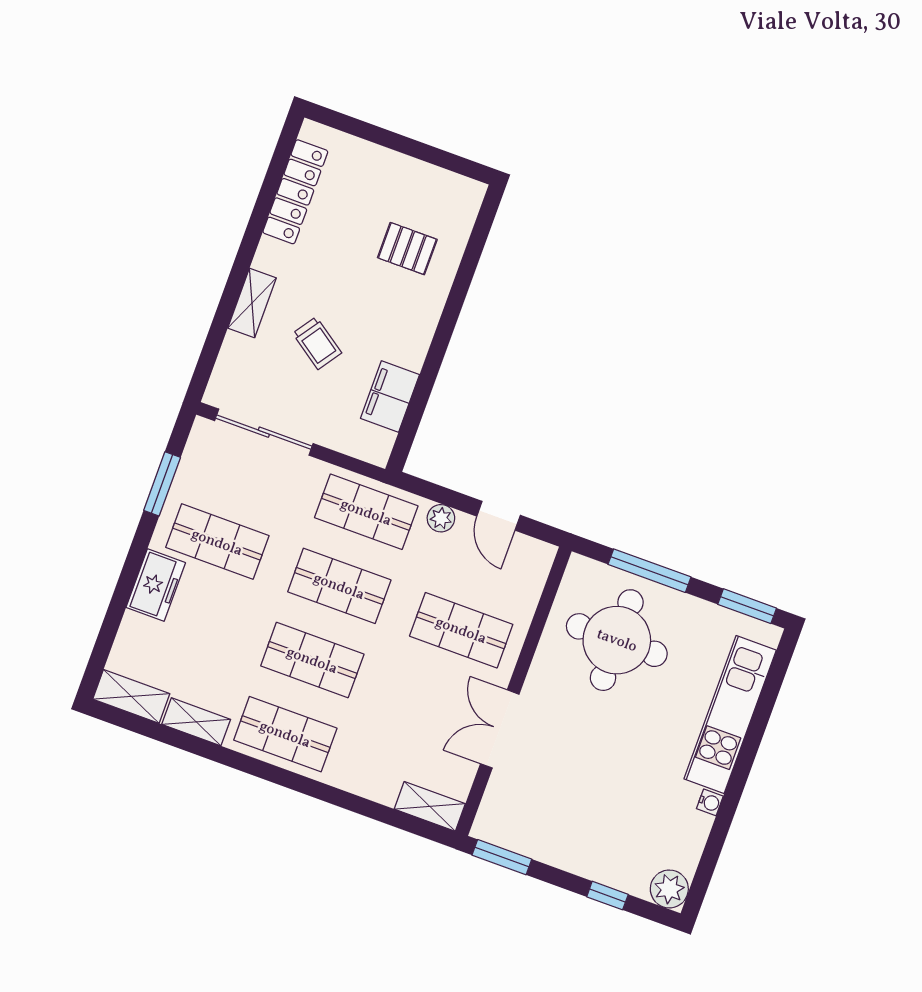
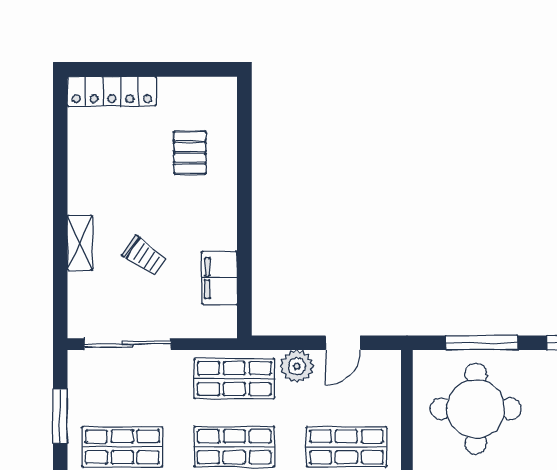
locker: (295, 192) -> (112, 91), moved, turned 90
pallet: (407, 249) -> (190, 153), turned 90
door: (499, 516) -> (343, 343), hinge flipped
plant: (441, 518) -> (297, 366), width x1.38, depth x1.38

